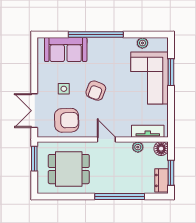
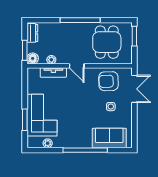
armchair: (96, 91) -> (85, 105), removed
tv unit: (148, 131) -> (53, 72), moved
window: (34, 159) -> (134, 36), moved
dining table: (69, 169) -> (107, 42), turned 90
window: (171, 173) -> (25, 50), moved
window: (120, 197) -> (80, 20), moved

